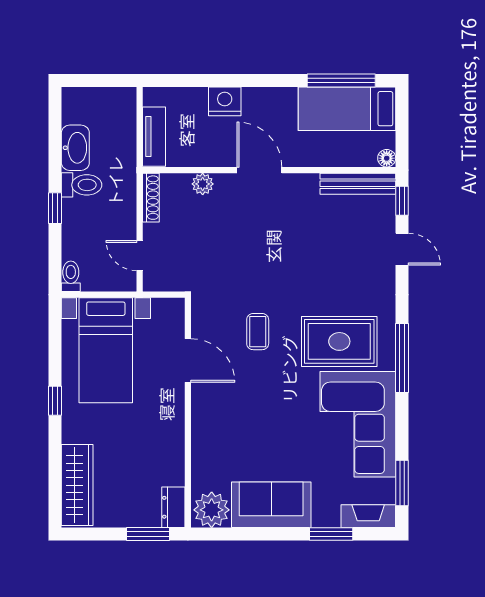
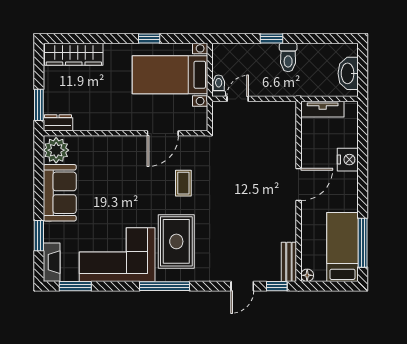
washbasin: (75, 148) -> (348, 73), moved, turned 90
plant: (203, 184) -> (289, 144), removed
bench: (358, 184) -> (289, 262), width x0.73
shoe rack: (151, 198) -> (279, 107), removed
toilet: (71, 276) -> (219, 86), moved, turned -90
coffee table: (258, 332) -> (183, 183), turned 90
window: (55, 401) -> (149, 38), moved

